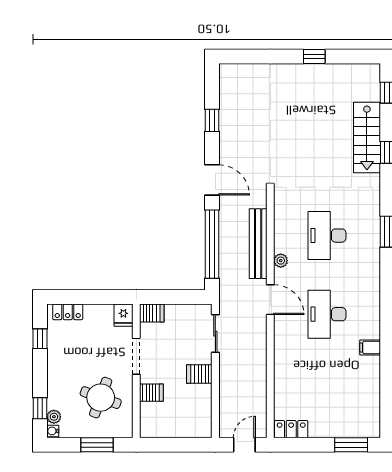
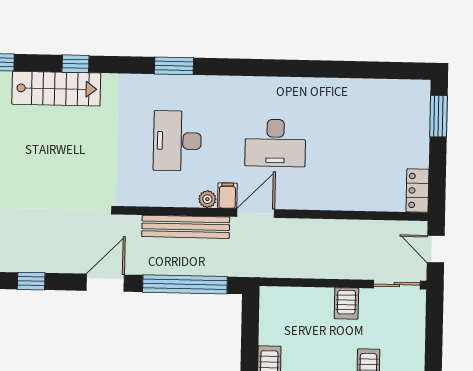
desk: (327, 236) -> (177, 141), turned 90
sliding door: (215, 334) -> (397, 285), moved
filing cabinet: (370, 347) -> (227, 196), moved, turned 180

